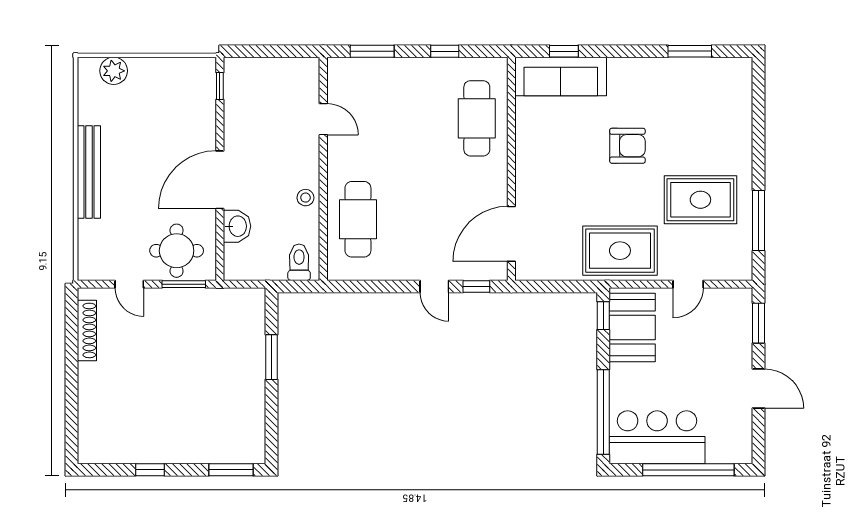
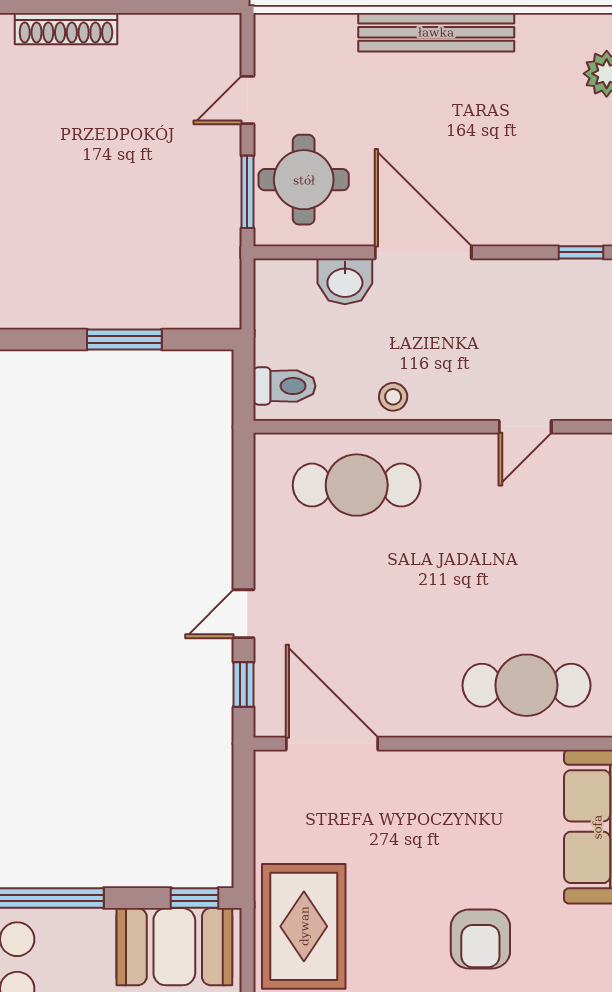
shoe rack: (87, 330) -> (66, 29), moved

